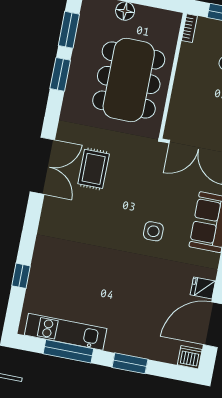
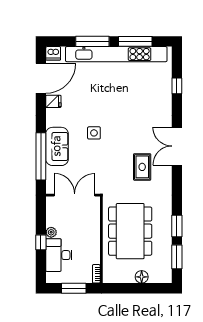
double door: (42, 166) -> (177, 146), moved
kitchen unit: (66, 332) -> (116, 54), width x1.86
window: (130, 363) -> (92, 41), width x1.44

